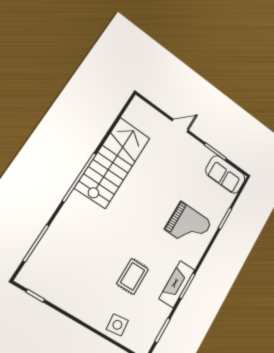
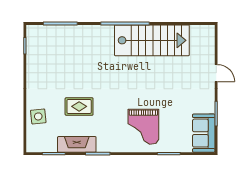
fireplace: (177, 284) -> (77, 144), moved

